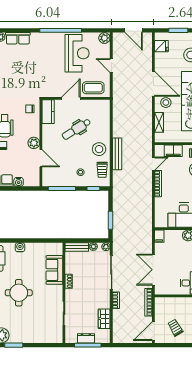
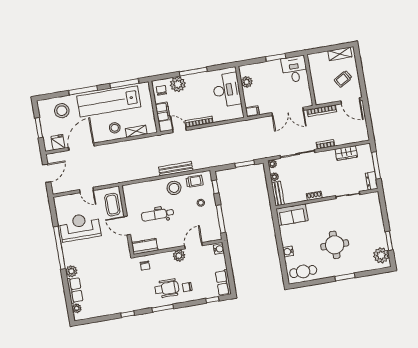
plant: (104, 38) -> (71, 271), moved
door: (111, 66) -> (87, 190), hinge flipped
door: (153, 84) -> (81, 147), moved
dental chair: (76, 129) -> (158, 215), turned 122
water cooler: (19, 182) -> (219, 249), moved
sofa: (54, 270) -> (292, 215), moved
dresser: (86, 338) -> (372, 181), moved

